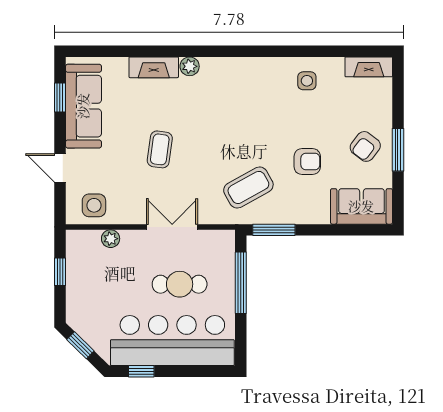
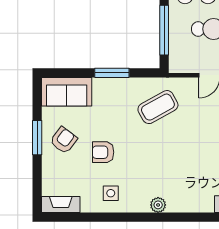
plant: (190, 66) -> (158, 205), moved
armchair: (307, 162) -> (103, 152), moved
window: (274, 230) -> (112, 73), moved

